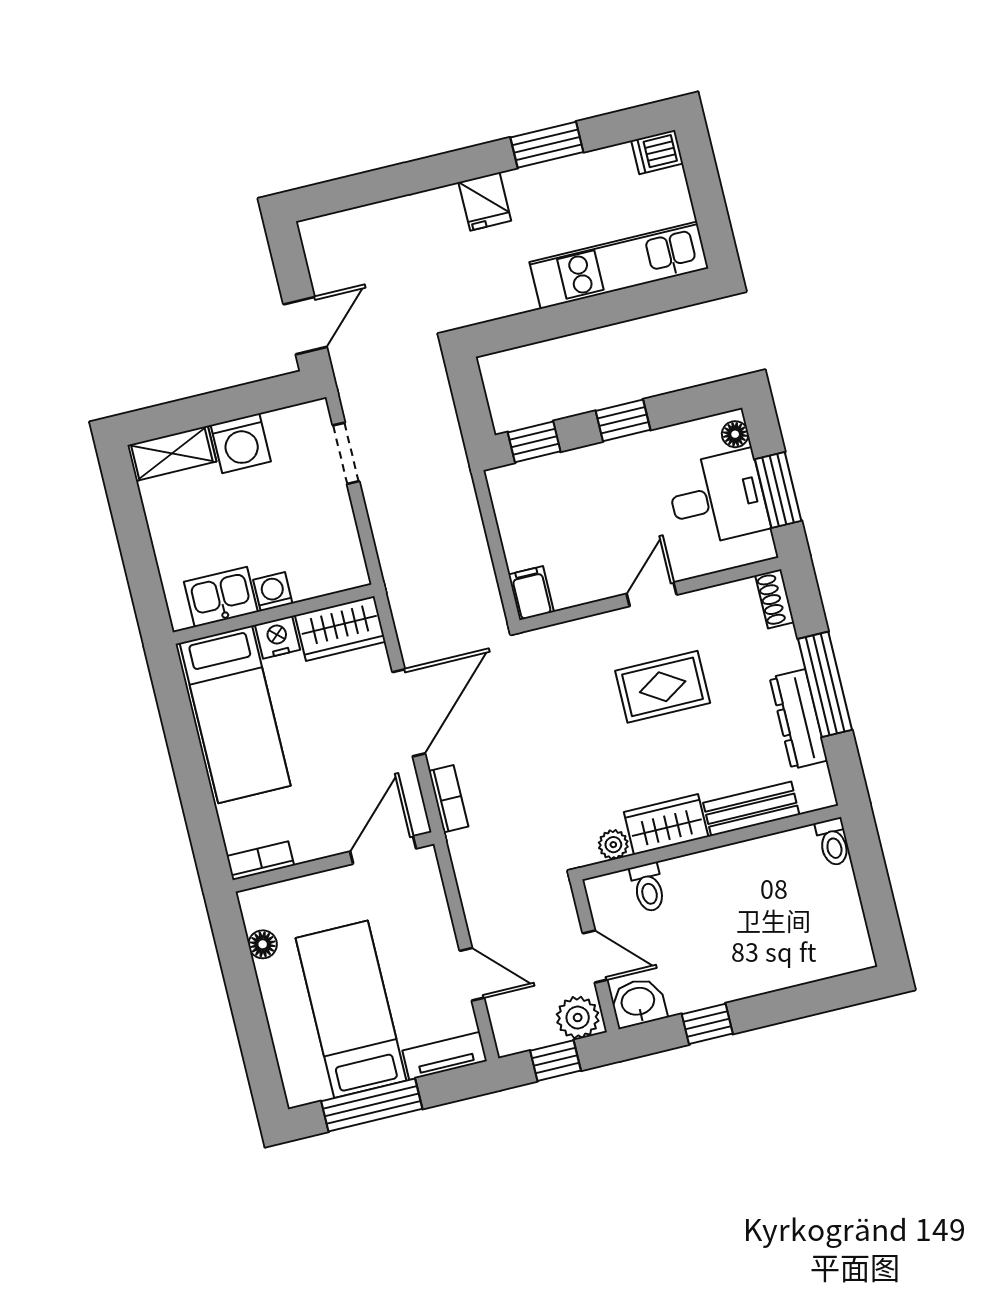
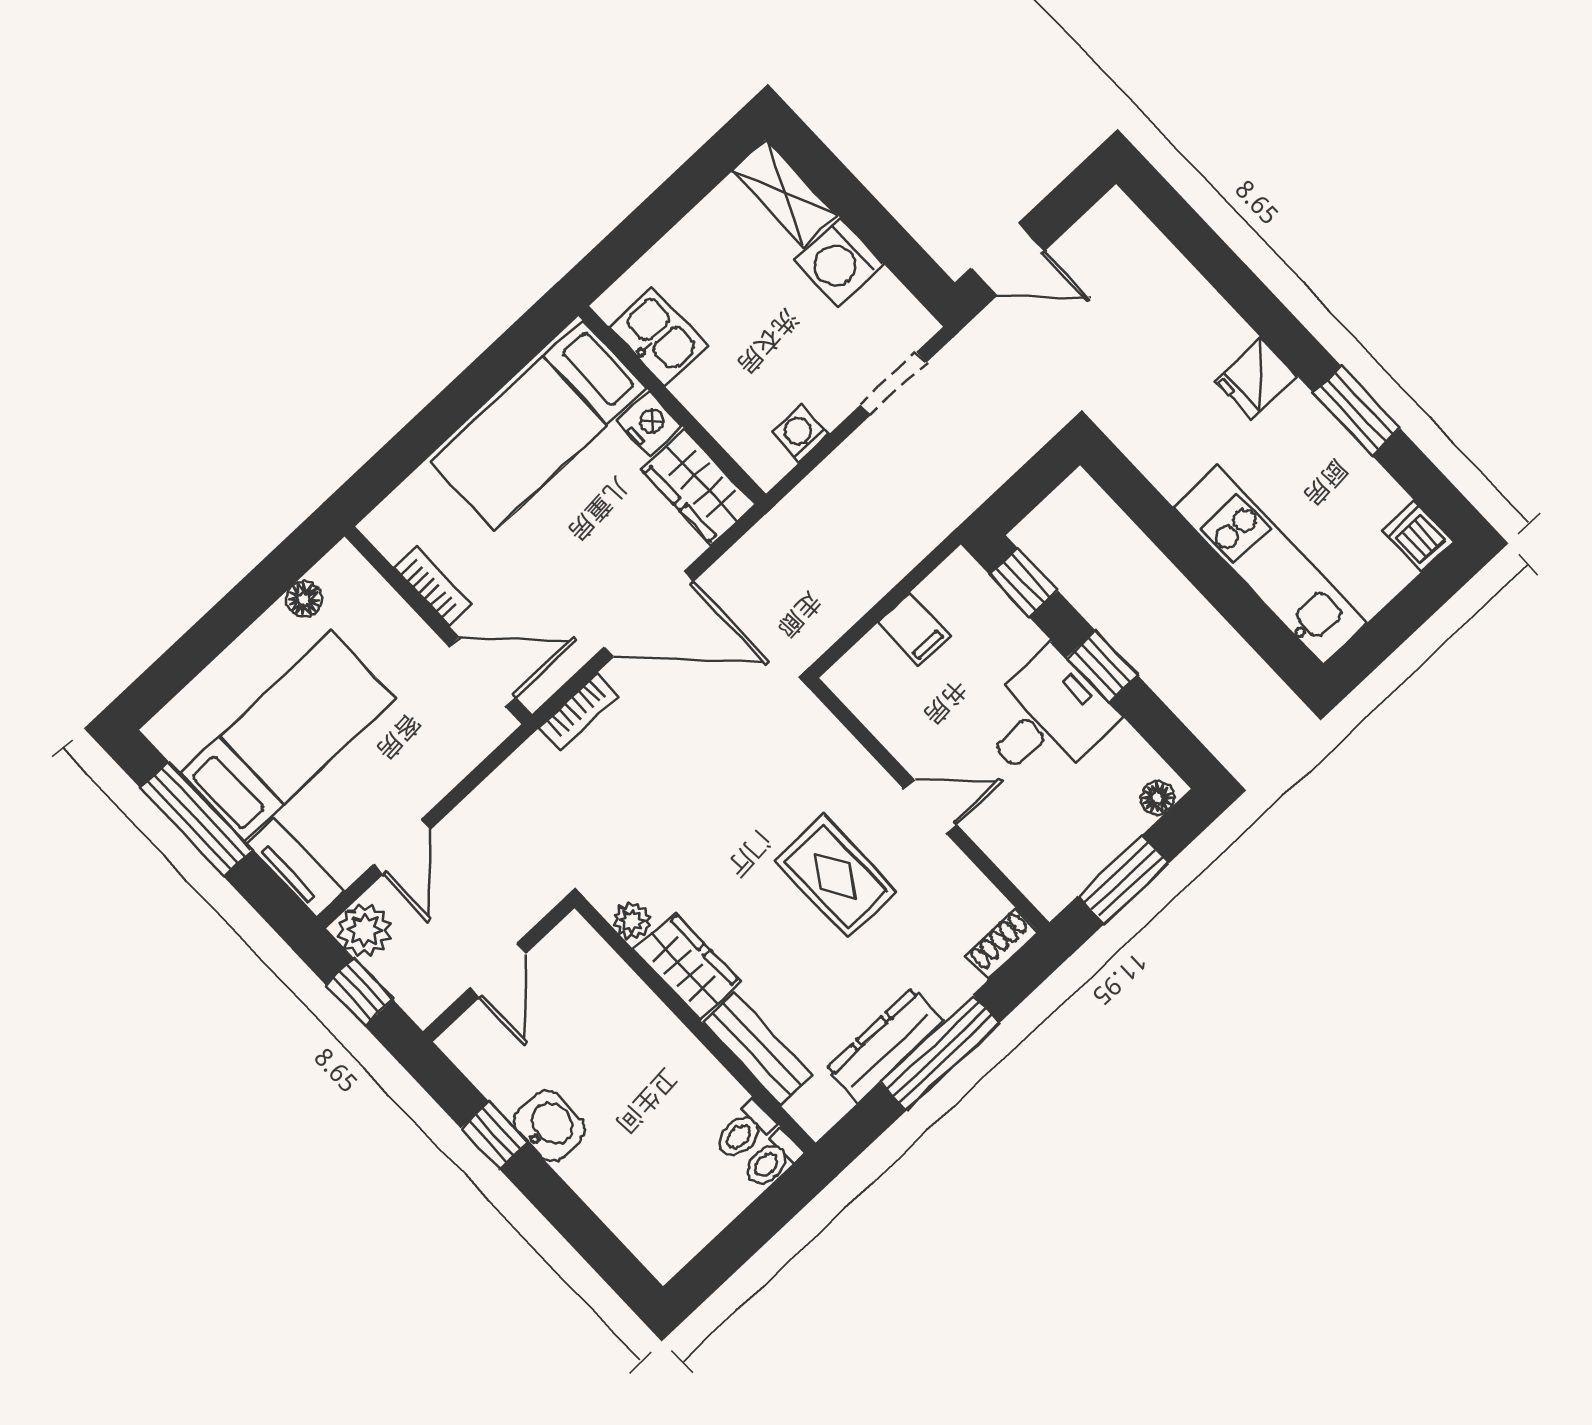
desk: (718, 498) -> (1046, 718), moved, turned -90
washing machine: (273, 592) -> (800, 433), moved, turned -90
filing cabinet: (531, 593) -> (914, 630), moved, turned 90
bookcase: (260, 861) -> (433, 586), moved
toilet: (648, 887) -> (744, 1131), moved
washbasin: (638, 1003) -> (549, 1126), moved
plant: (578, 1018) -> (365, 930), moved

